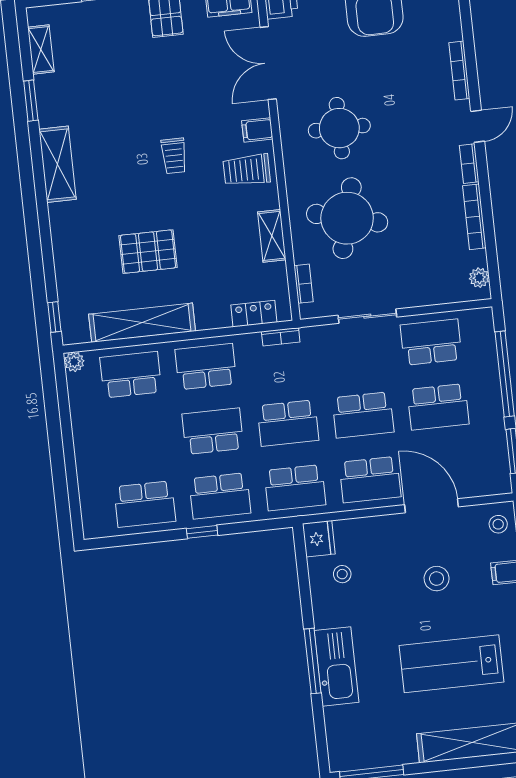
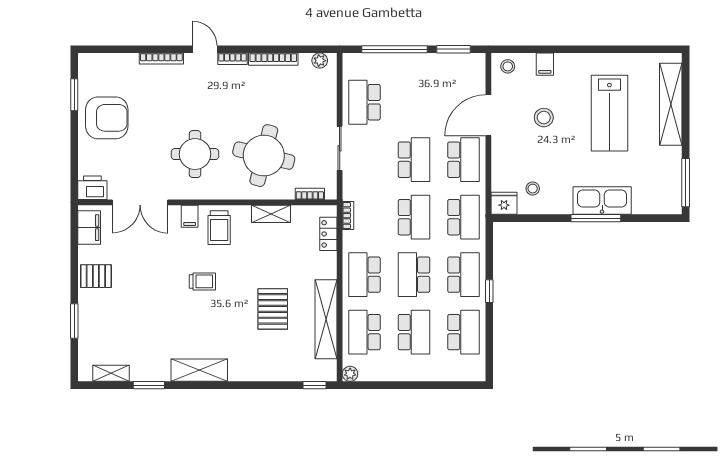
school desk: (438, 407) -> (414, 332), moved

